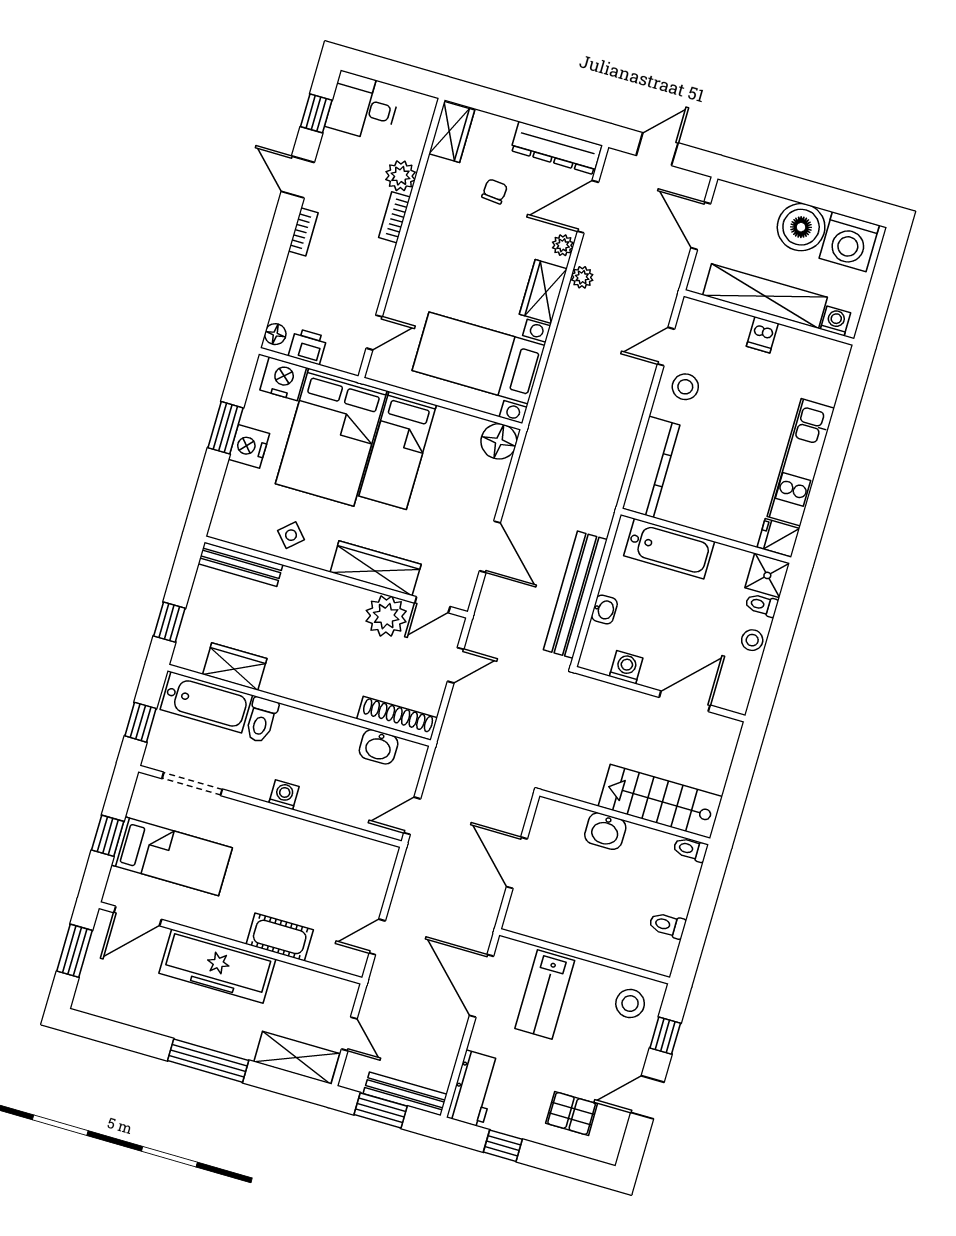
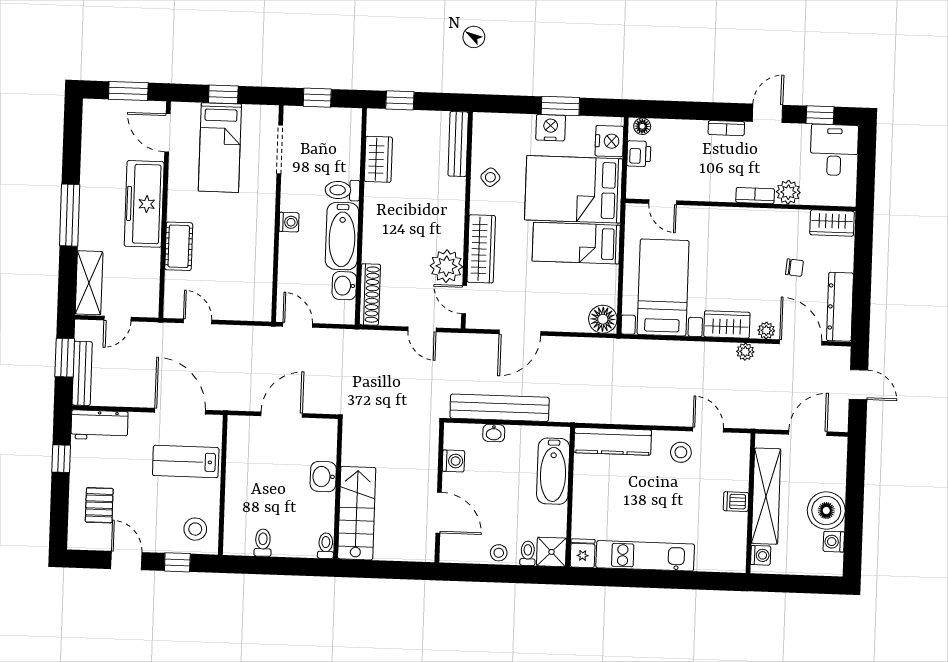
washing machine: (849, 242) -> (834, 542), width x0.53, depth x0.53
bathtub: (206, 702) -> (342, 236), moved
door: (481, 986) -> (180, 411), hinge flipped

